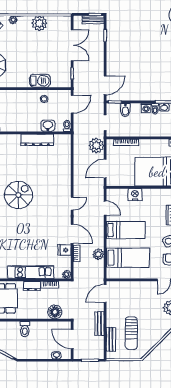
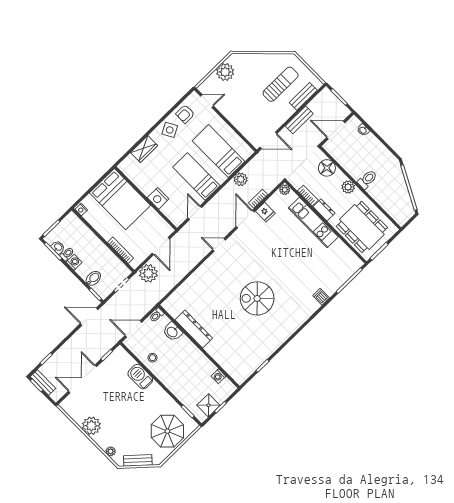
door: (105, 169) -> (161, 246), hinge flipped
plant: (31, 313) -> (348, 187), added
door: (72, 339) -> (336, 130), swing flipped

